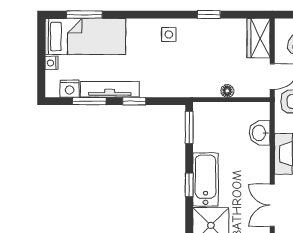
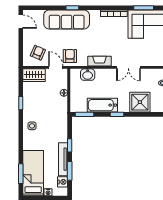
bathtub: (206, 179) -> (102, 105), moved

